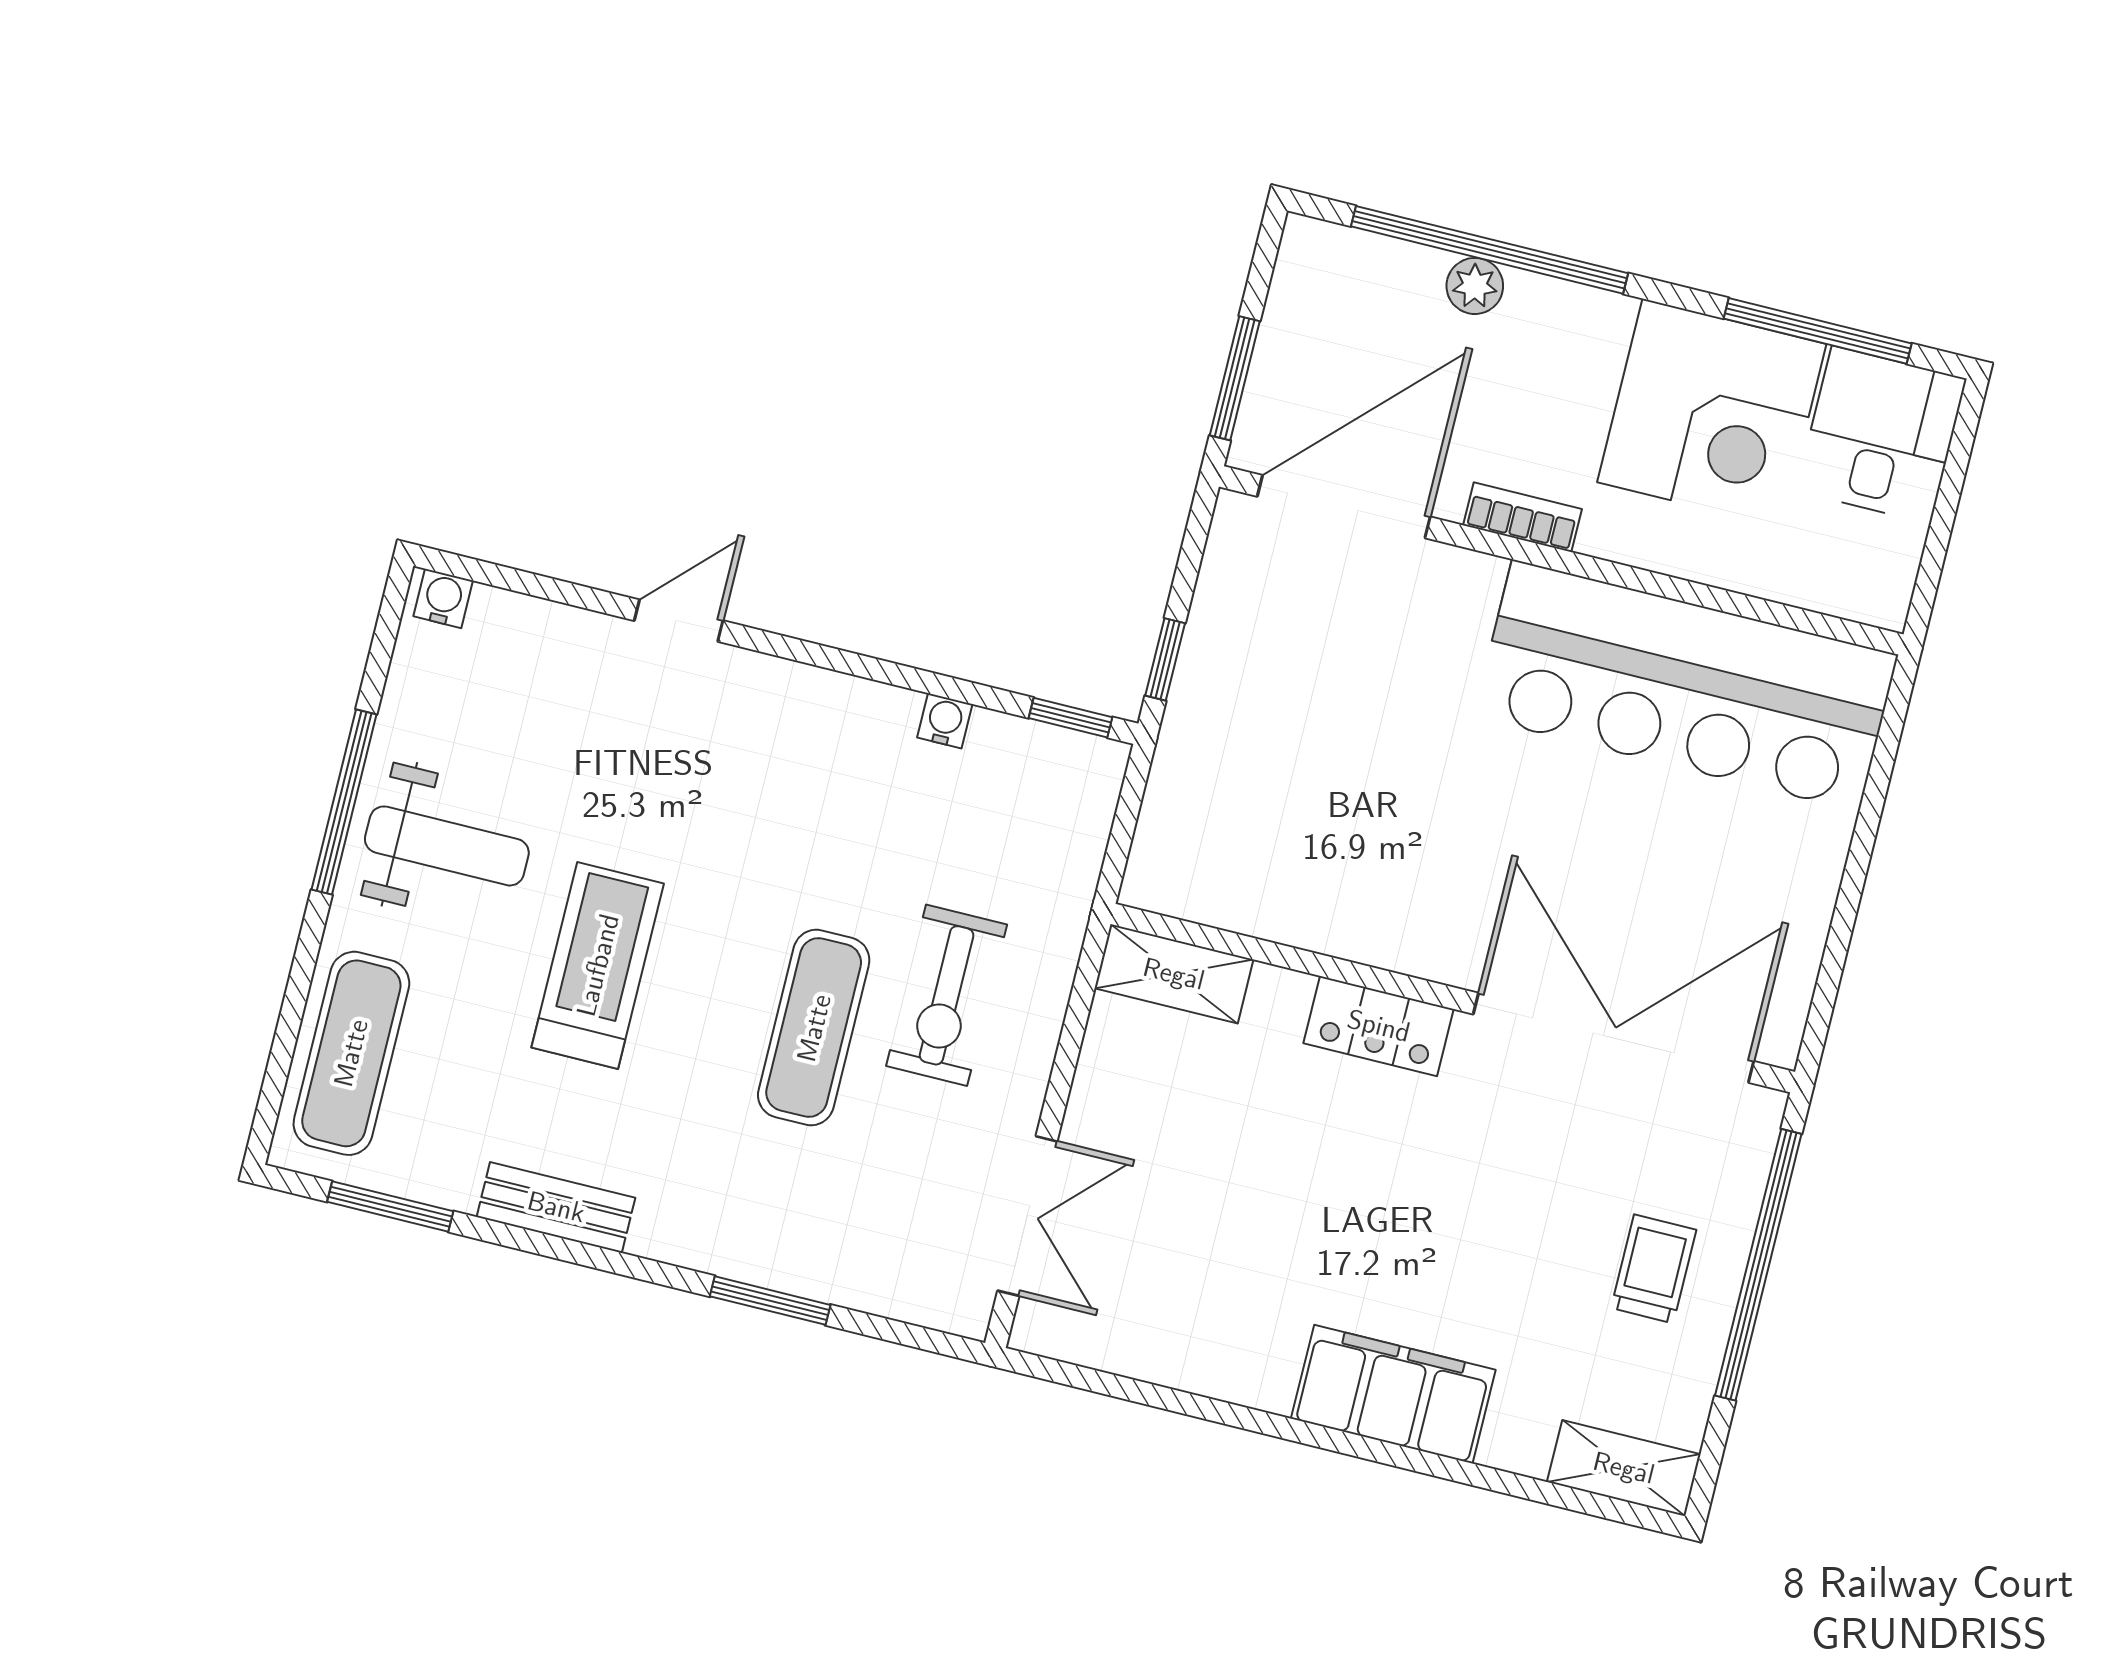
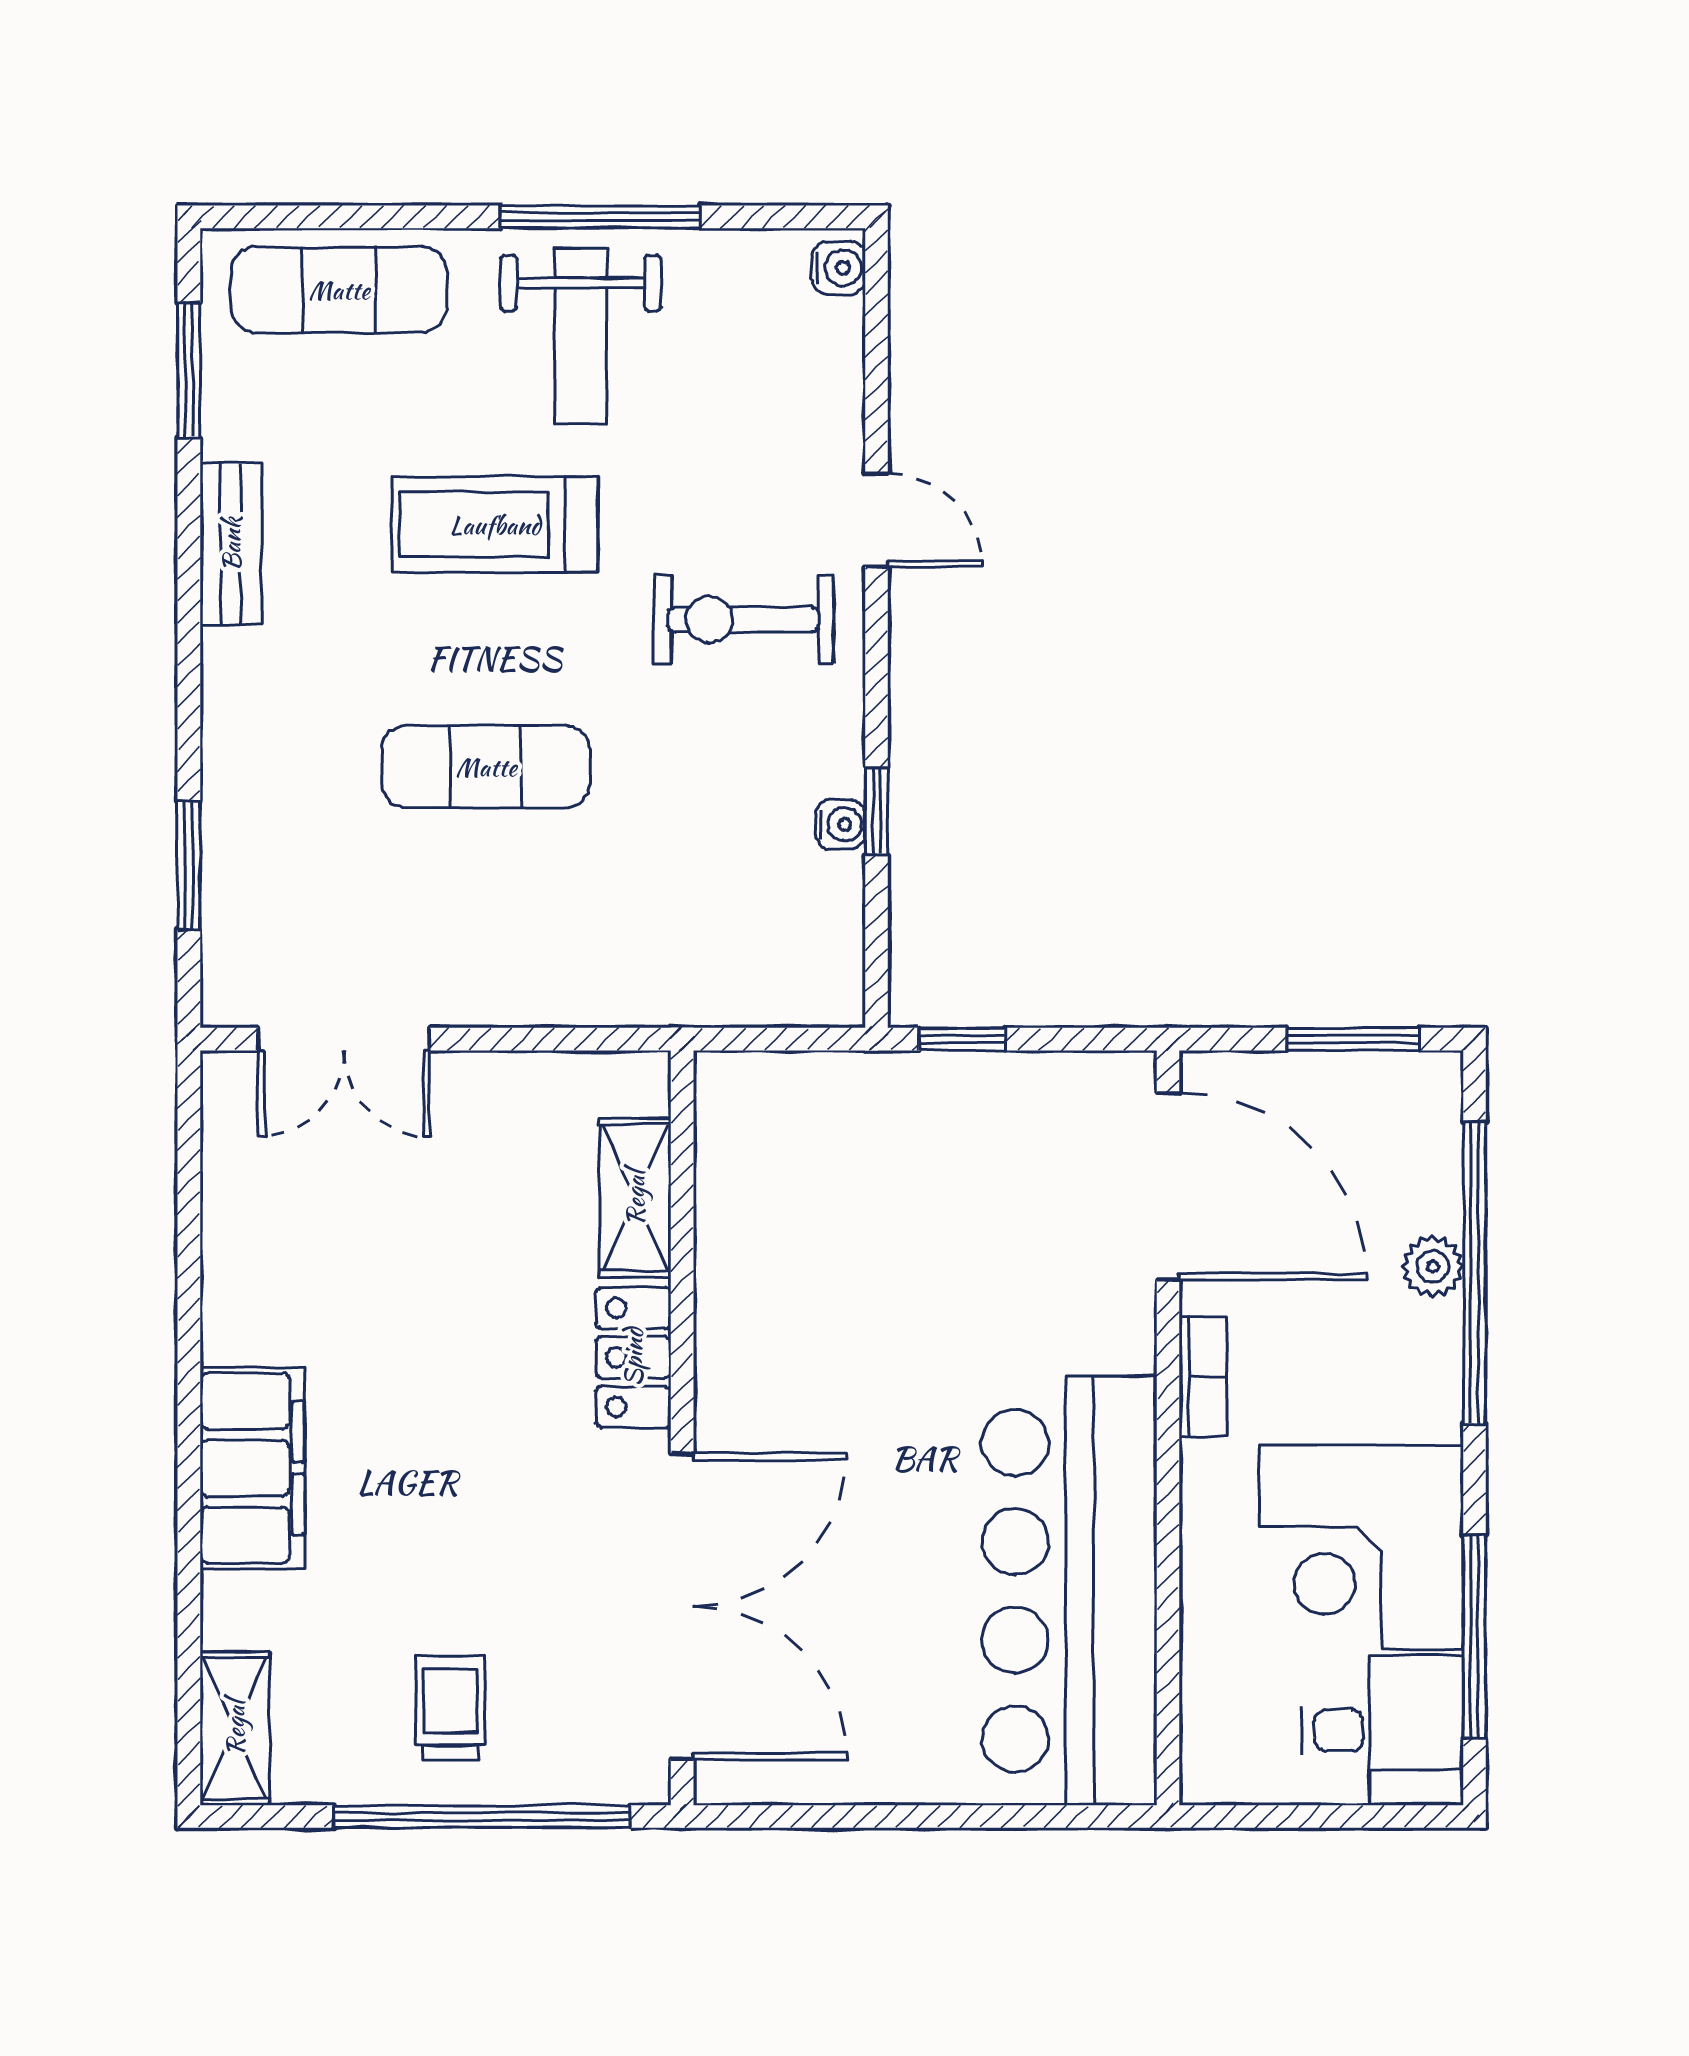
window: (1235, 378) -> (1353, 1039), moved
window: (1070, 718) -> (876, 811), moved
treadmill: (598, 965) -> (495, 525), turned 180
shelving: (1174, 974) -> (635, 1198), moved
exercise bike: (947, 995) -> (743, 620), moved
trolley: (1654, 1269) -> (451, 1708), turned -90
window: (770, 1301) -> (189, 865), moved

